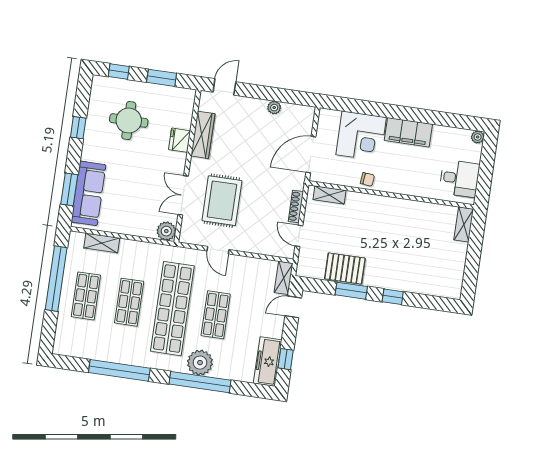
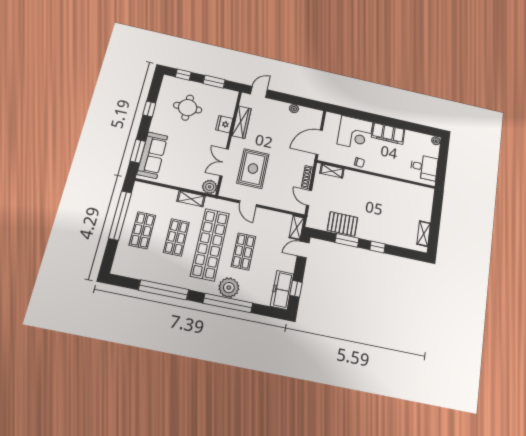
shelving: (464, 224) -> (424, 234), moved
shelving: (102, 243) -> (191, 199), moved

